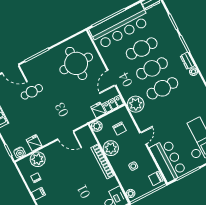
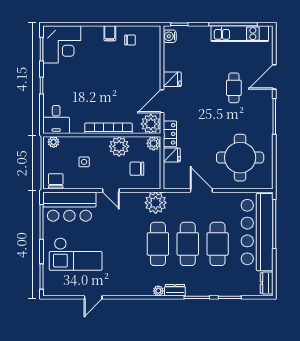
locker: (113, 104) -> (170, 134), moved
fridge: (34, 143) -> (172, 79), moved
plant: (38, 159) -> (151, 124), moved

